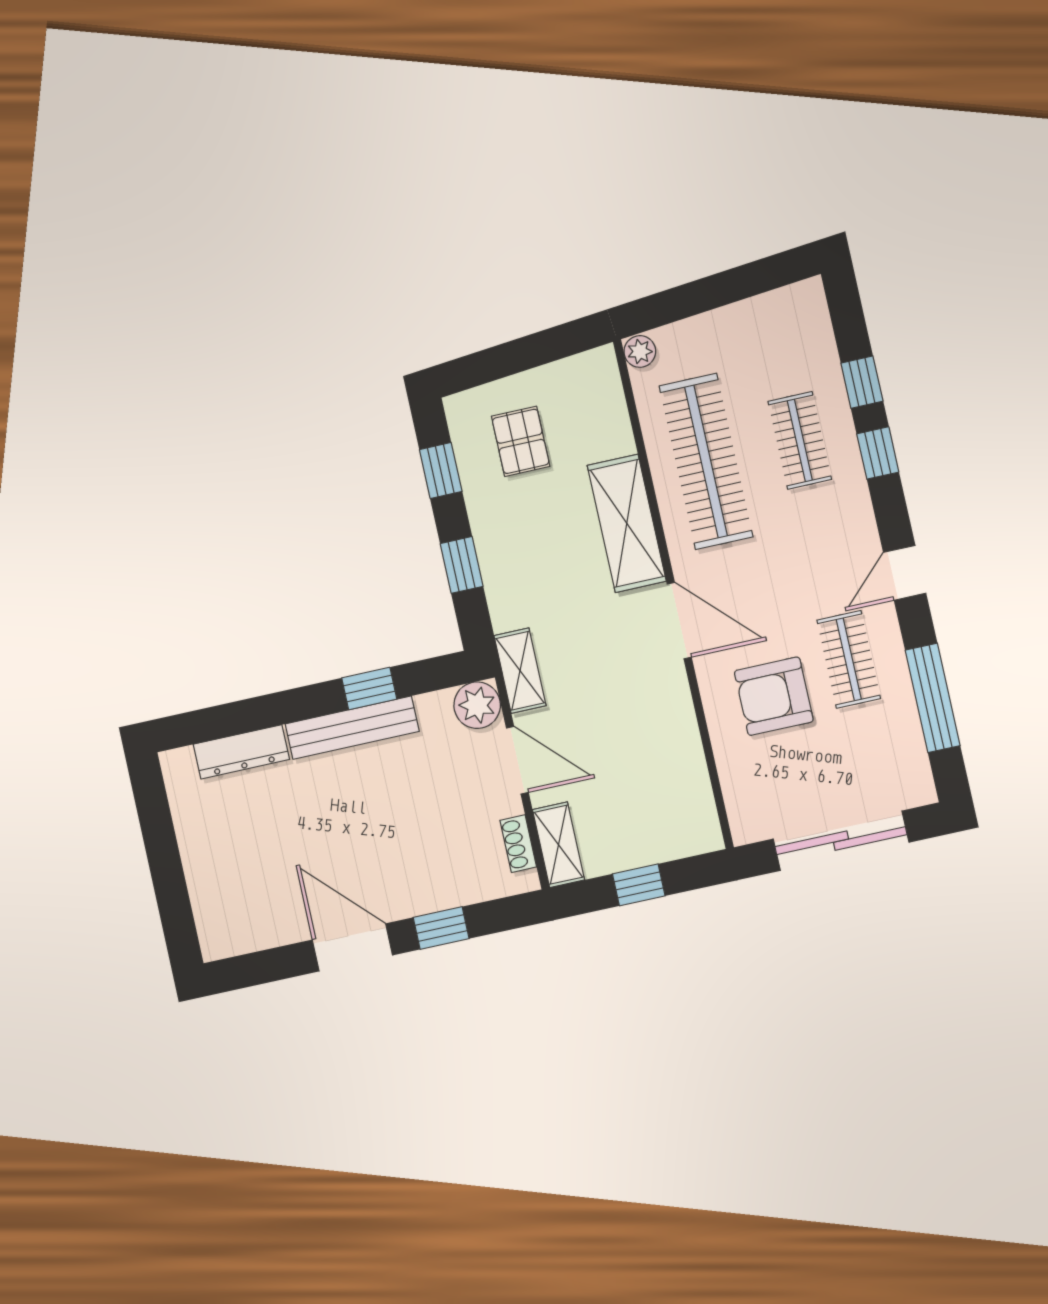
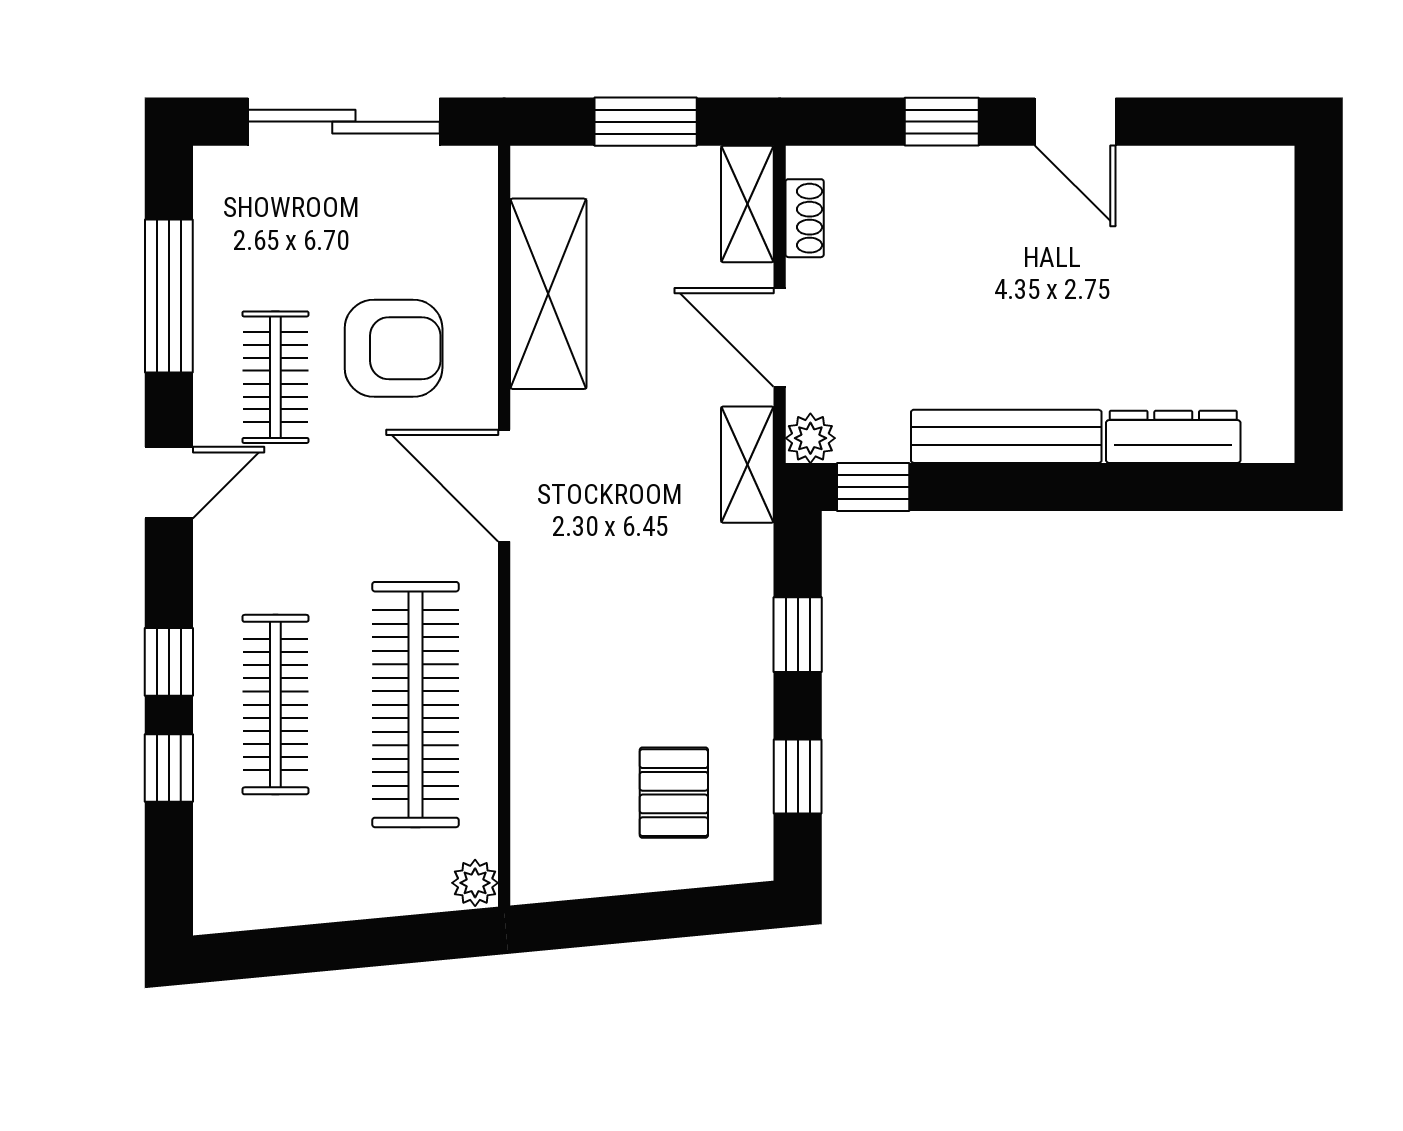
clothes rail: (800, 440) -> (275, 705), width x1.36
shelving: (627, 523) -> (548, 294), moved
window: (369, 689) -> (873, 487), moved
plant: (477, 705) -> (810, 438), width x0.73, depth x0.73
window: (639, 885) -> (646, 122), width x1.50
door: (352, 947) -> (1075, 122), width x0.73

